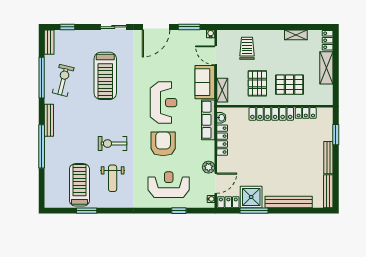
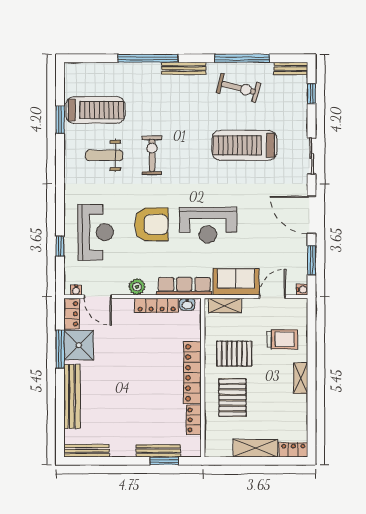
shelving: (296, 35) -> (301, 378), moved
bench: (328, 158) -> (158, 451), moved
plant: (209, 167) -> (137, 287), moved

